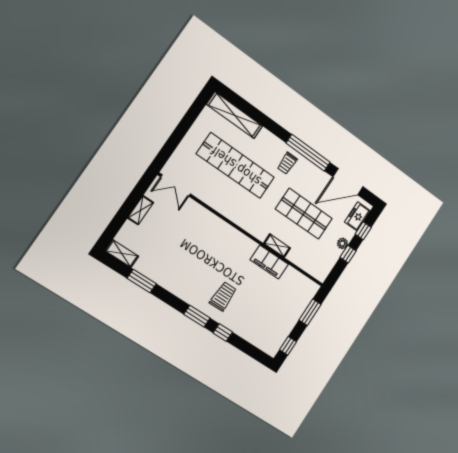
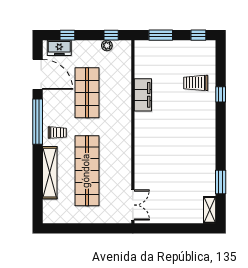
shelving: (235, 115) -> (50, 173), moved
shelving: (141, 210) -> (169, 218), removed
plant: (342, 243) -> (107, 46), moved
shelving: (277, 246) -> (126, 97), removed
window: (348, 254) -> (111, 35), moved
trolley: (223, 296) -> (196, 83), moved
window: (197, 316) -> (221, 123), removed

